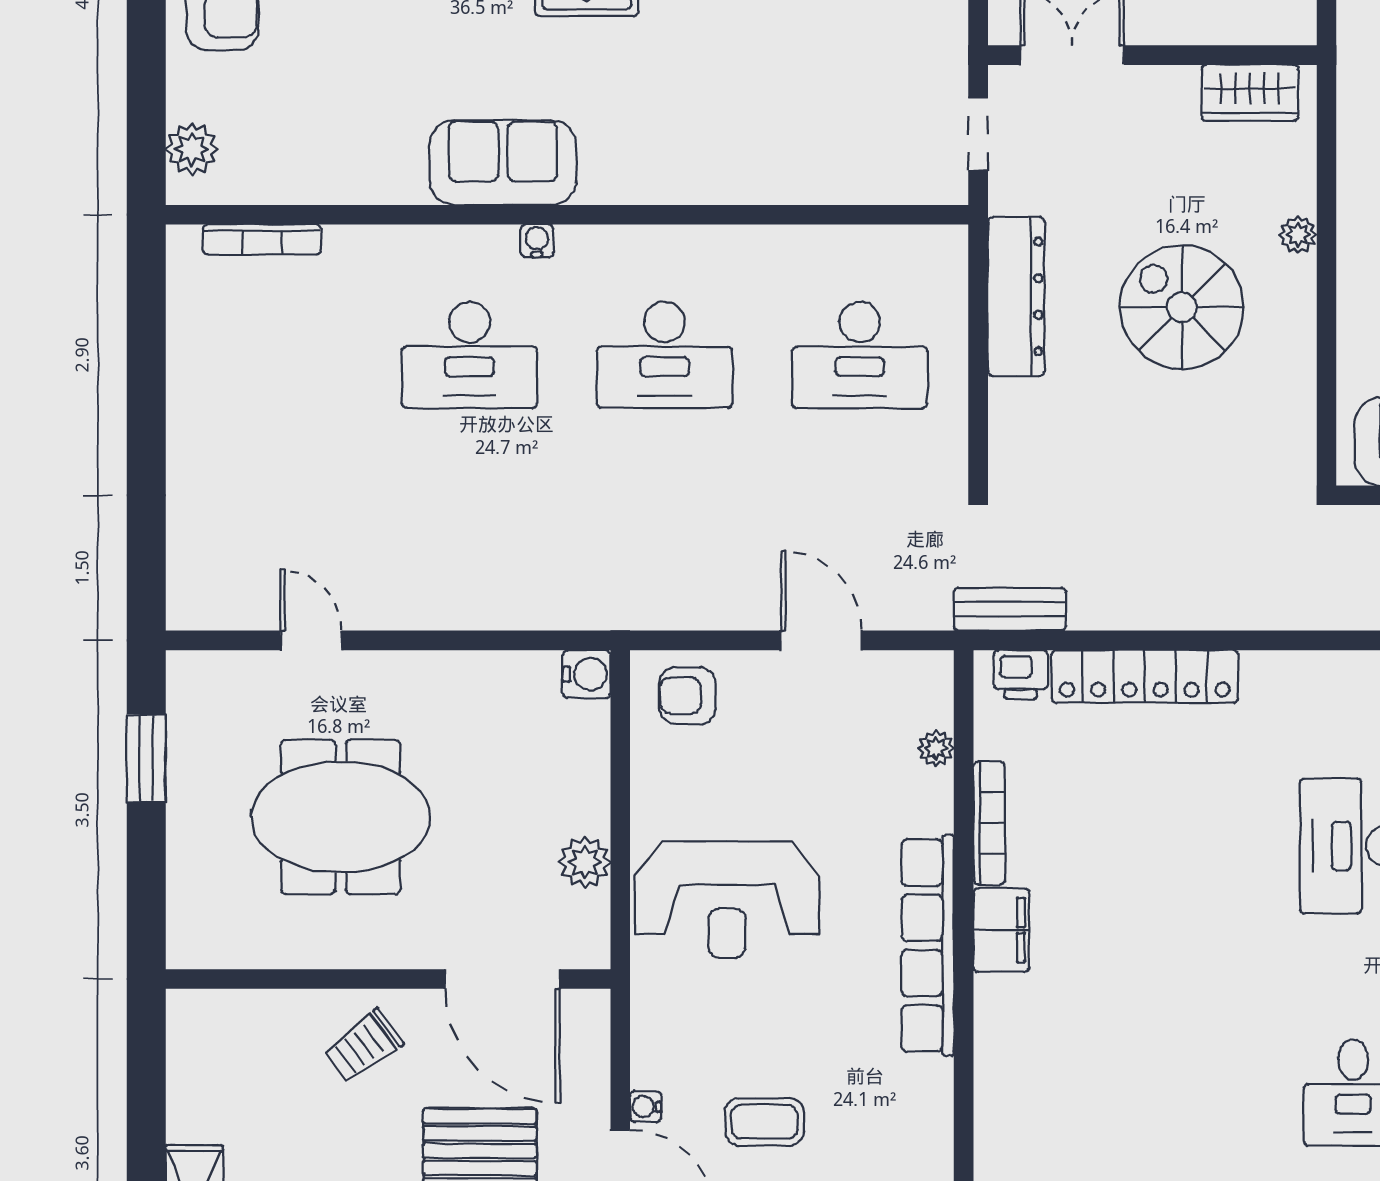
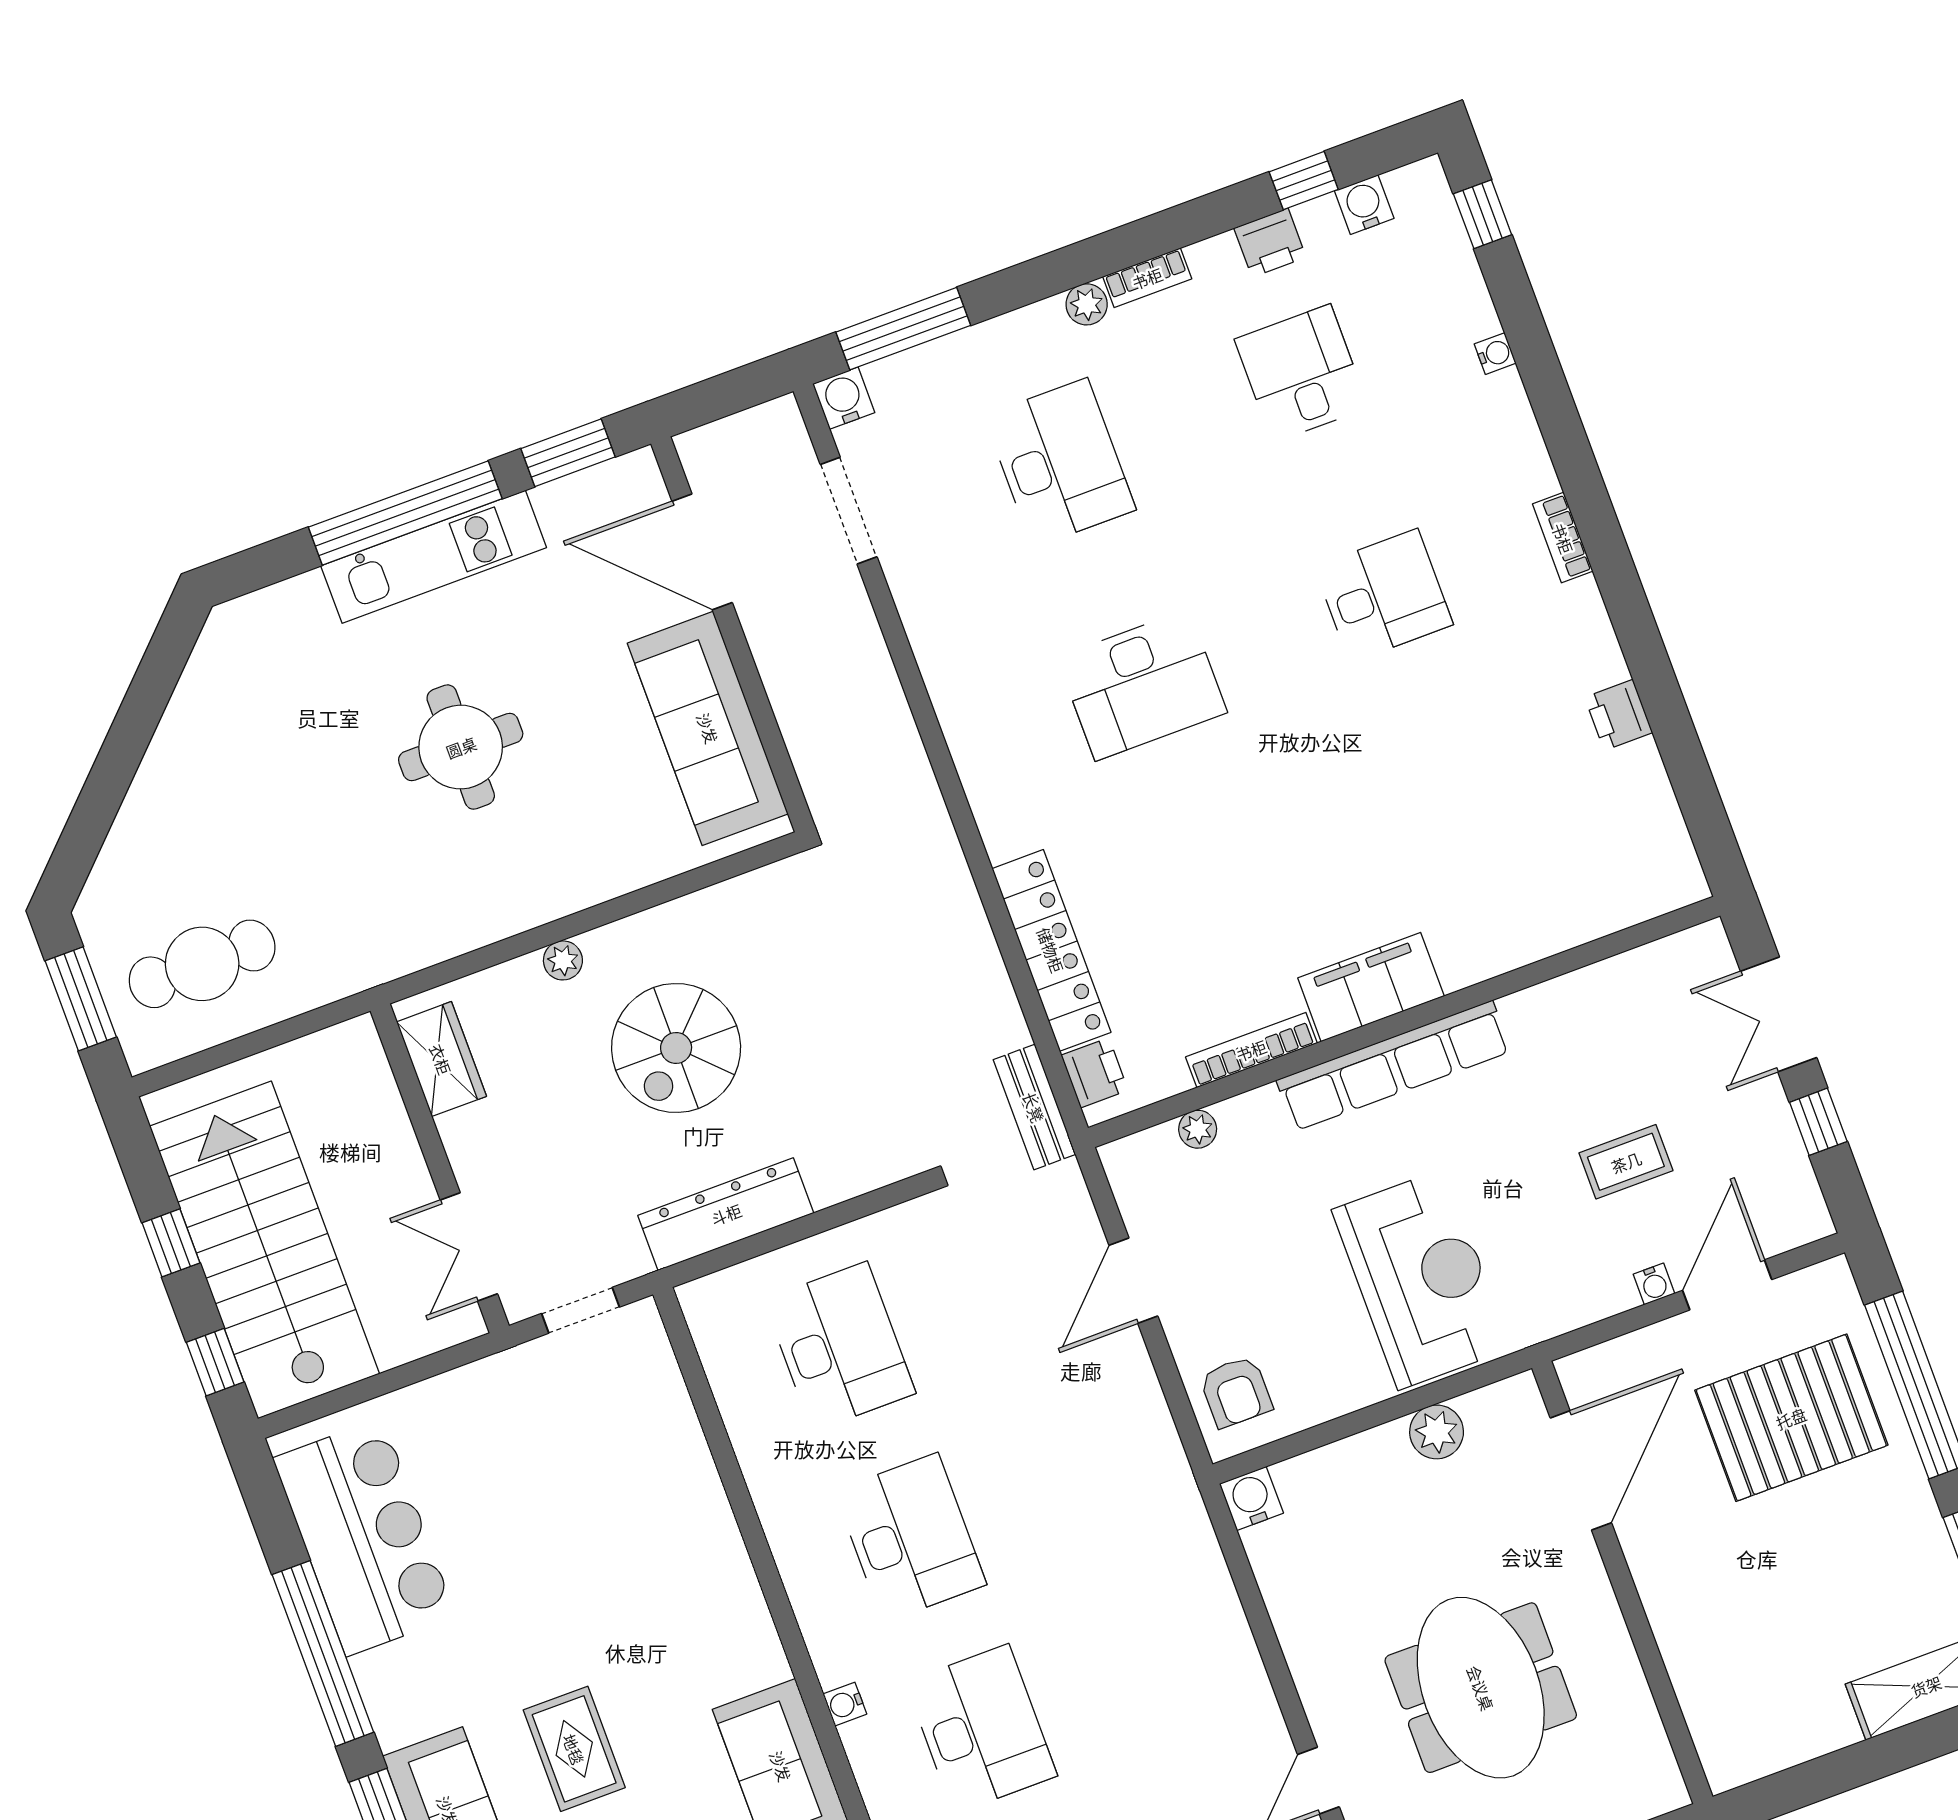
filing cabinet: (1001, 930) -> (1371, 987), width x1.50, depth x1.17
trolley: (363, 1046) -> (1697, 1582), removed
coffee table: (764, 1122) -> (1626, 1162), turned 90

